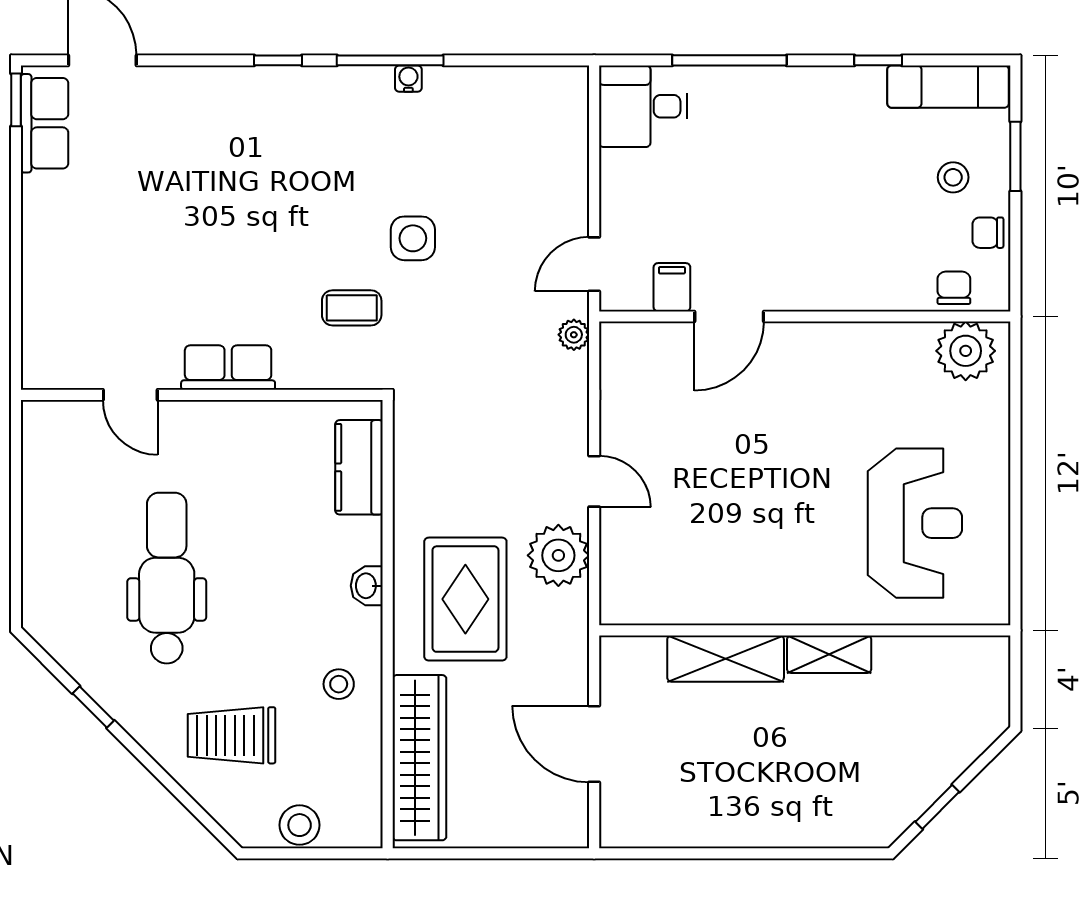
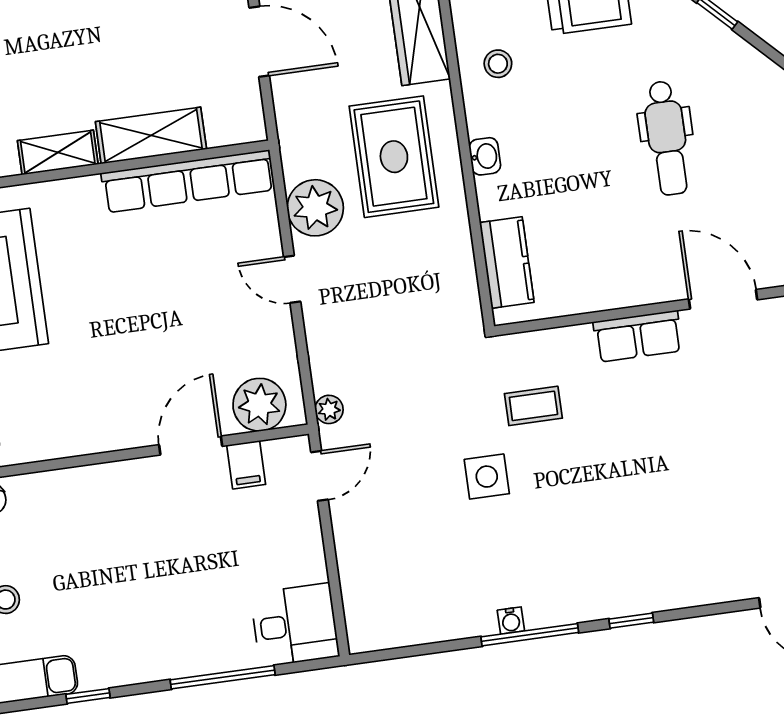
plant: (649, 350) -> (259, 405), added
door: (130, 395) -> (723, 299), width x1.38
dental chair: (167, 578) -> (667, 138), width x0.73, depth x0.72
row of seats: (692, 603) -> (188, 181), added

